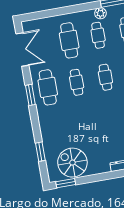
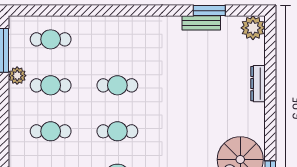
cafe table: (69, 40) -> (51, 131), width x0.73, depth x0.74

